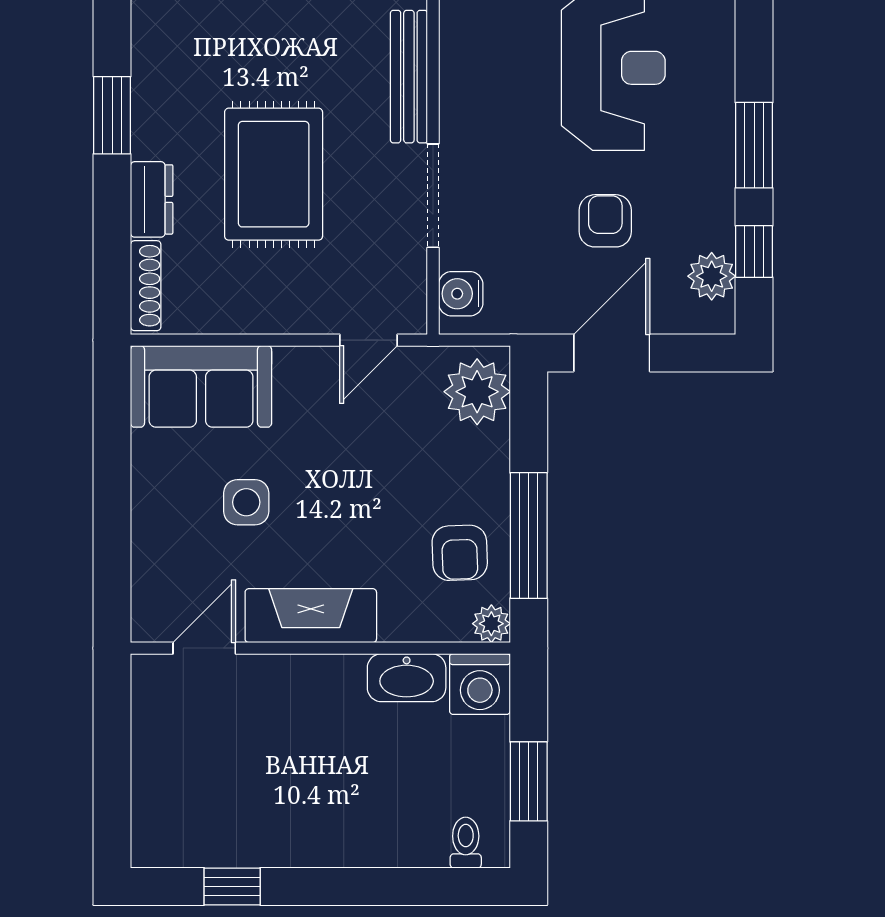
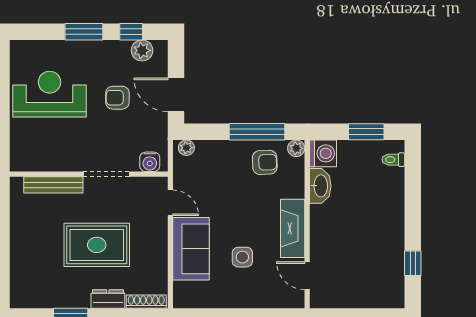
sofa: (201, 386) -> (191, 249), moved
plant: (477, 392) -> (186, 148), width x0.53, depth x0.53

